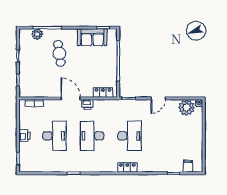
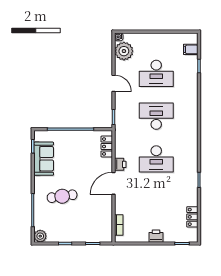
plant: (37, 34) -> (40, 236), moved
desk: (55, 136) -> (156, 73), moved, turned 180
locker: (127, 167) -> (192, 217), moved

